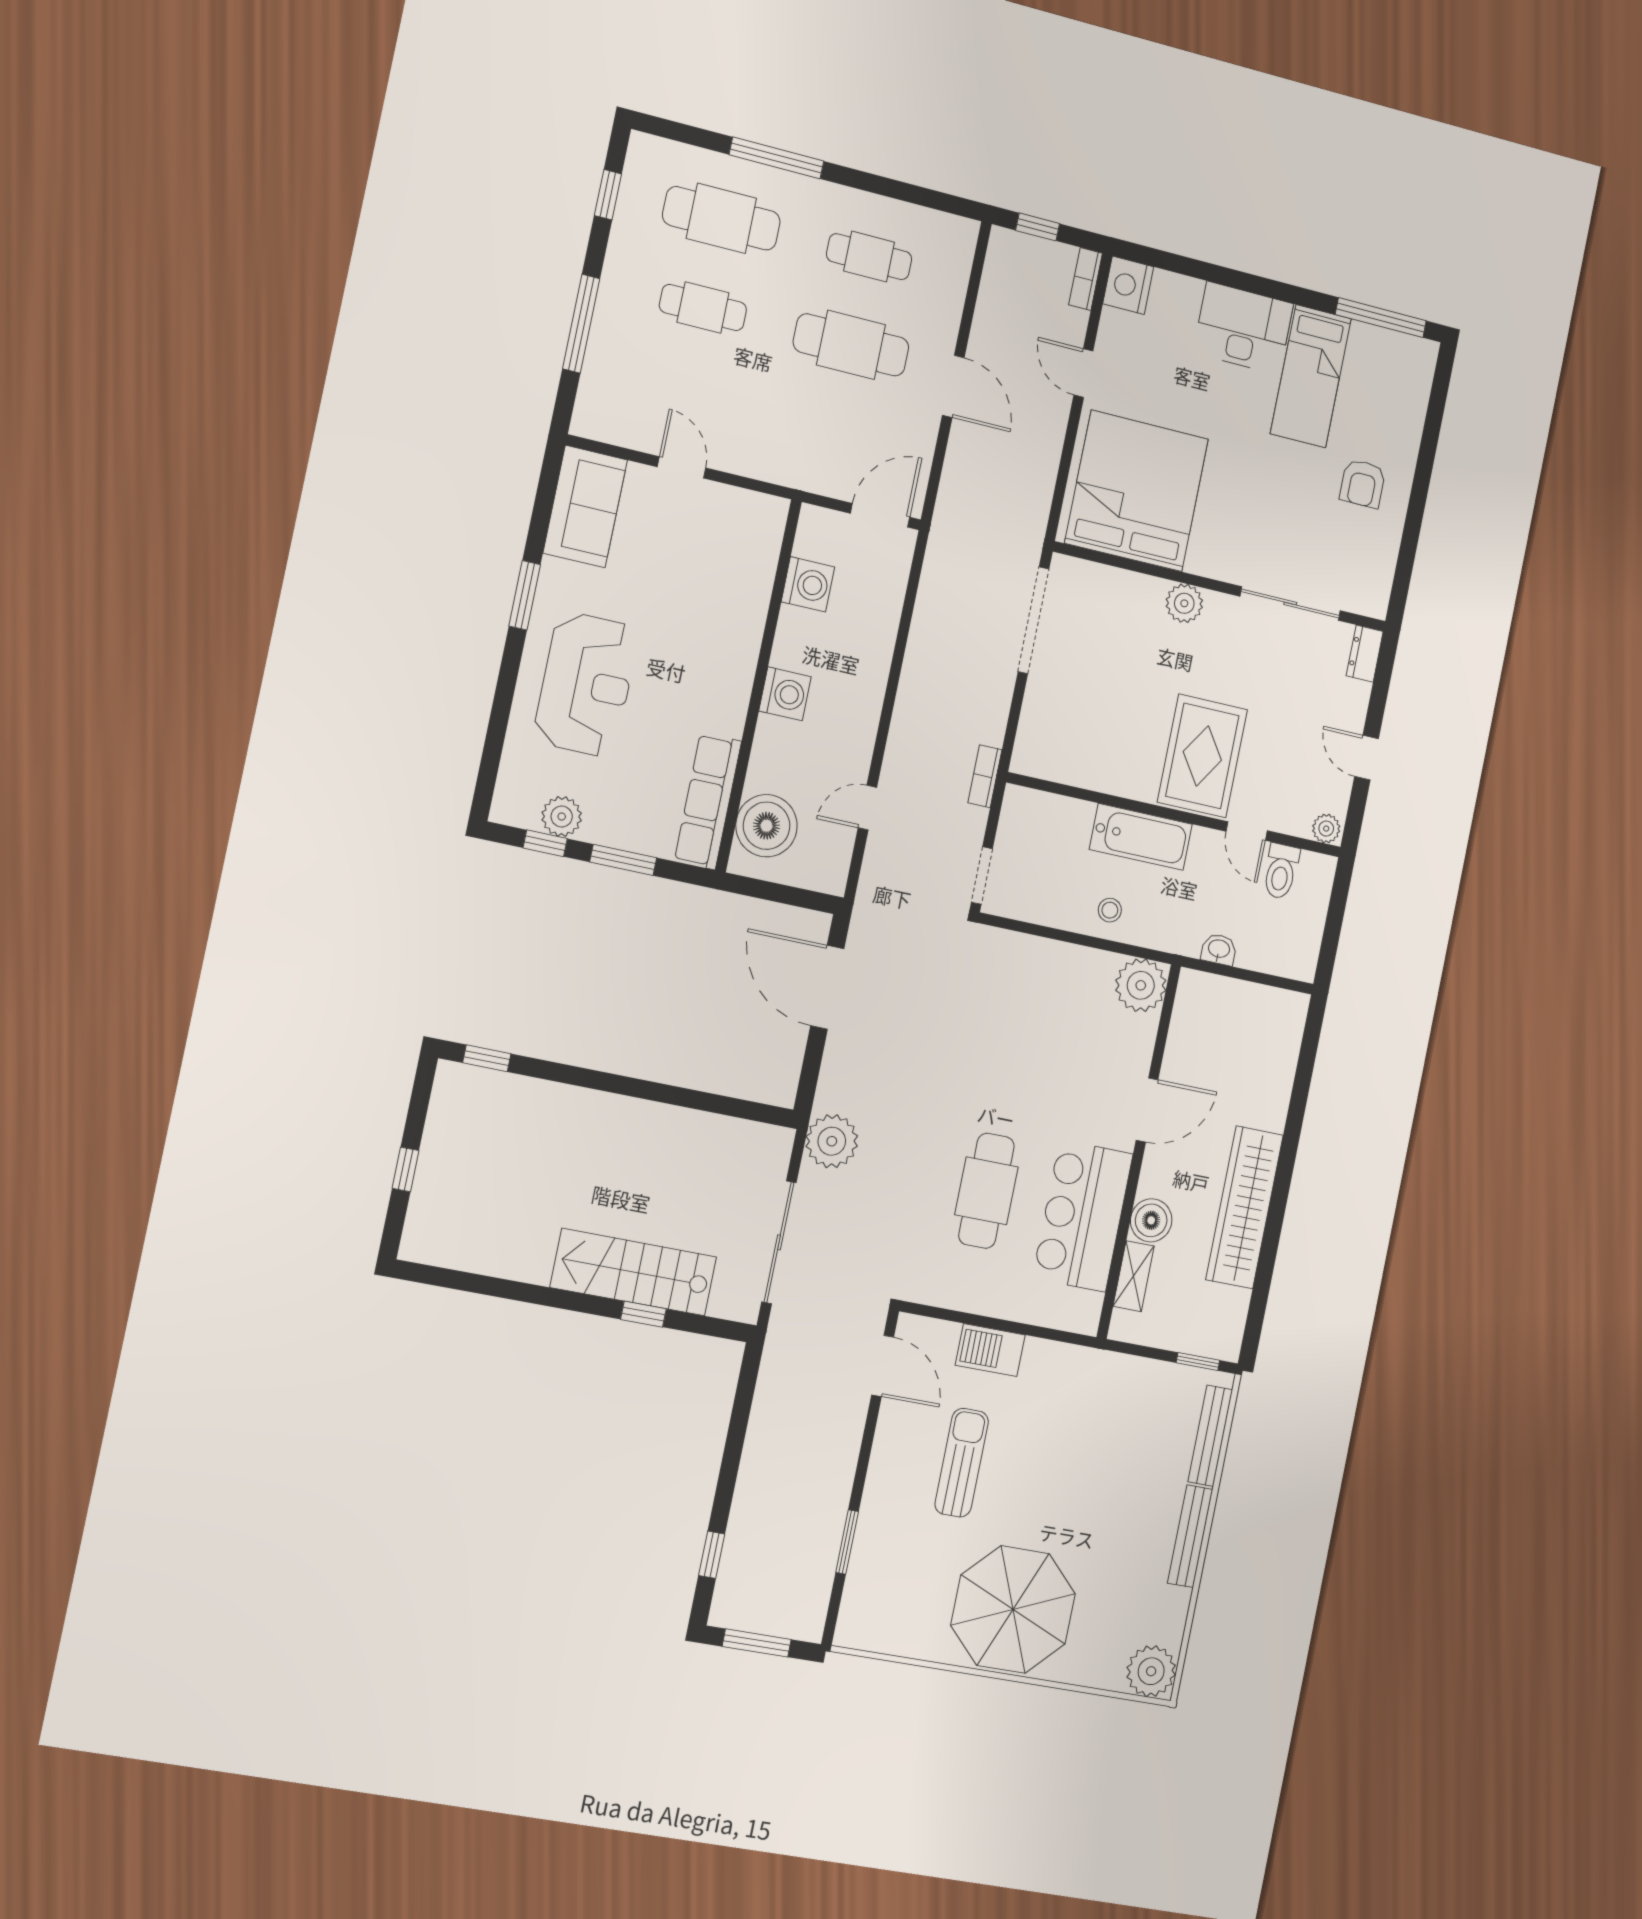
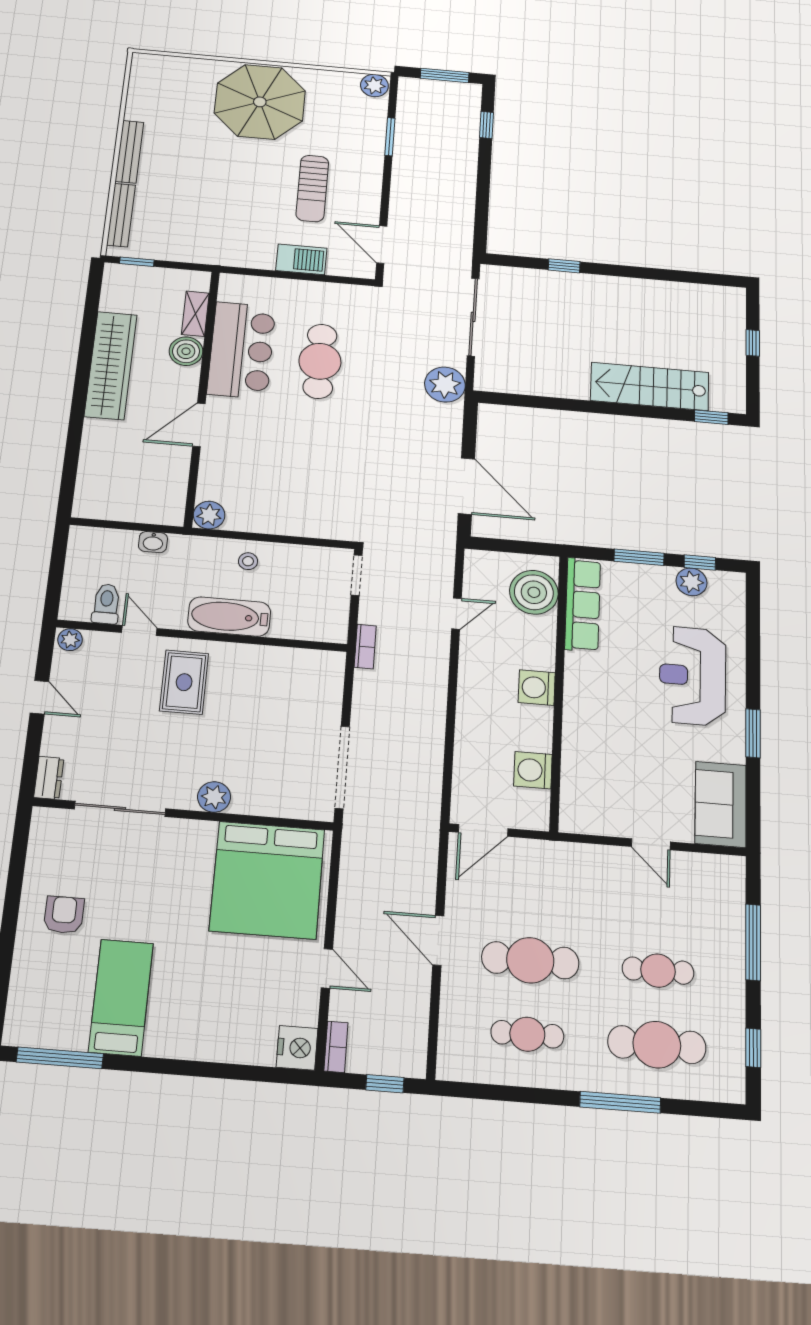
desk: (1243, 328) -> (188, 1028), removed
rug: (1202, 756) -> (184, 682), width x0.73, depth x0.70
plant: (1141, 985) -> (209, 515), width x0.73, depth x0.73
stairs: (633, 1272) -> (650, 386), moved, turned 180
plant: (1151, 1671) -> (374, 86), moved, width x0.73, depth x0.73

